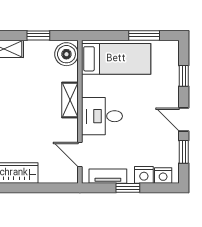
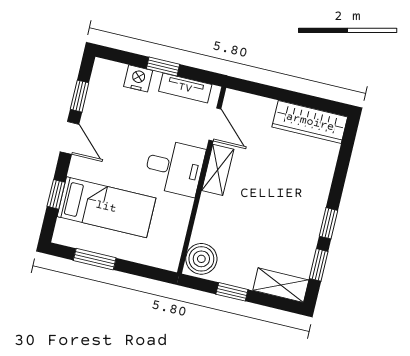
bed: (116, 59) -> (106, 207), moved, turned 180
shelving: (70, 100) -> (218, 170), moved
nightstand: (163, 175) -> (113, 72), removed

